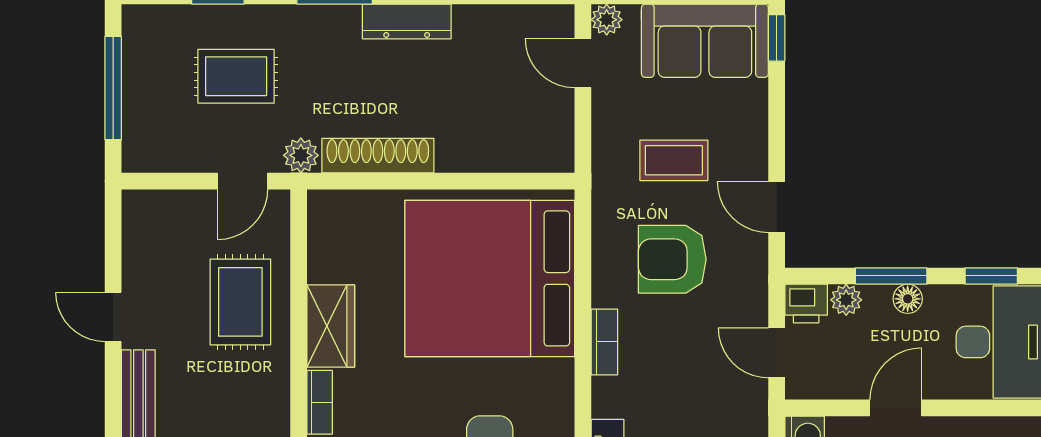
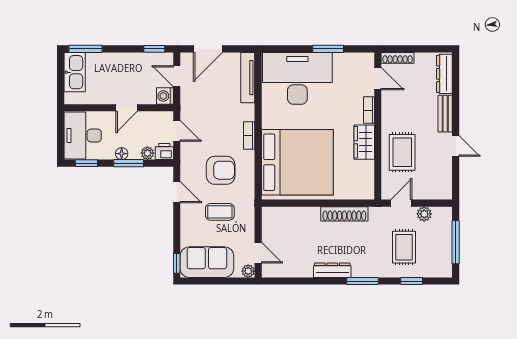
rug: (236, 76) -> (404, 247), turned 90
plant: (301, 155) -> (424, 214), moved

